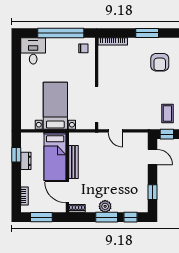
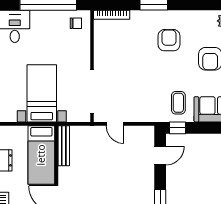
armchair: (160, 62) -> (169, 40), turned 180
door: (152, 157) -> (160, 156), hinge flipped
bench: (73, 162) -> (64, 146), moved

